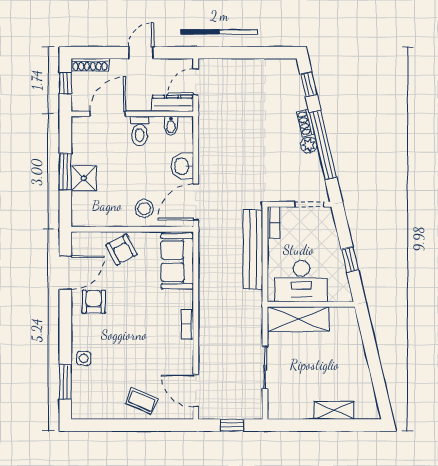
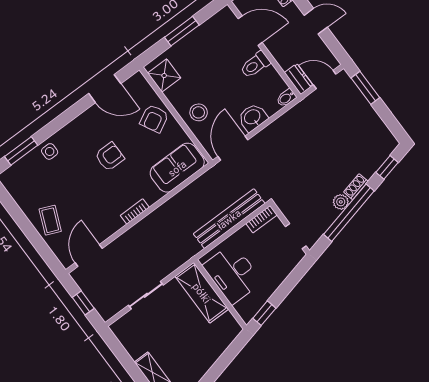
window: (228, 53) -> (365, 88), added
dresser: (173, 103) -> (299, 79), width x0.70
bidet: (171, 126) -> (286, 98), moved
shower: (84, 178) -> (164, 76), moved
door: (196, 202) -> (233, 148), hinge flipped
window: (350, 260) -> (264, 313), moved
armchair: (94, 302) -> (110, 157), moved

